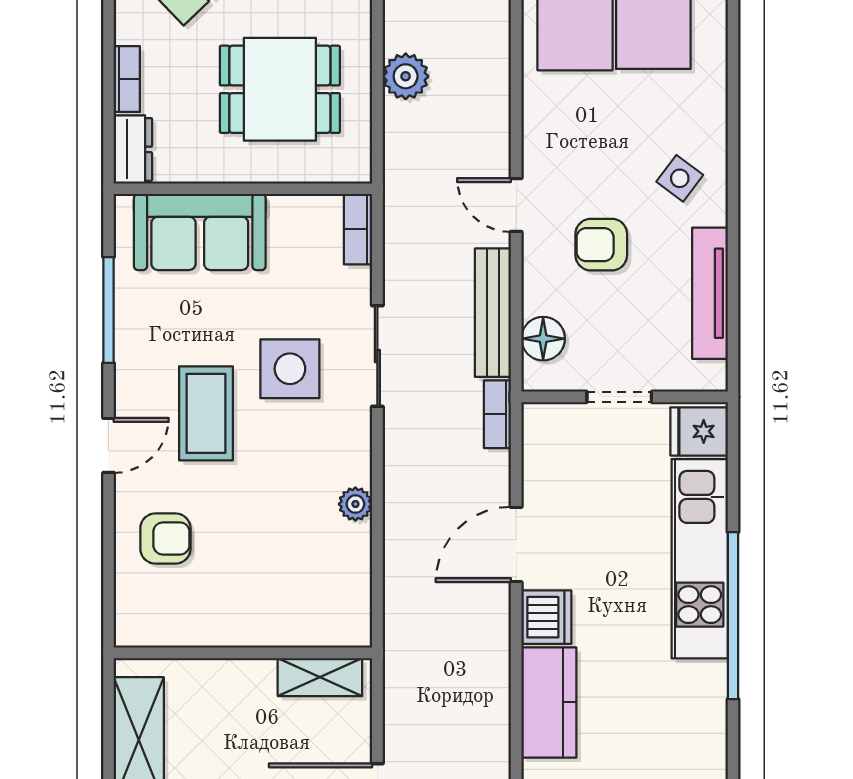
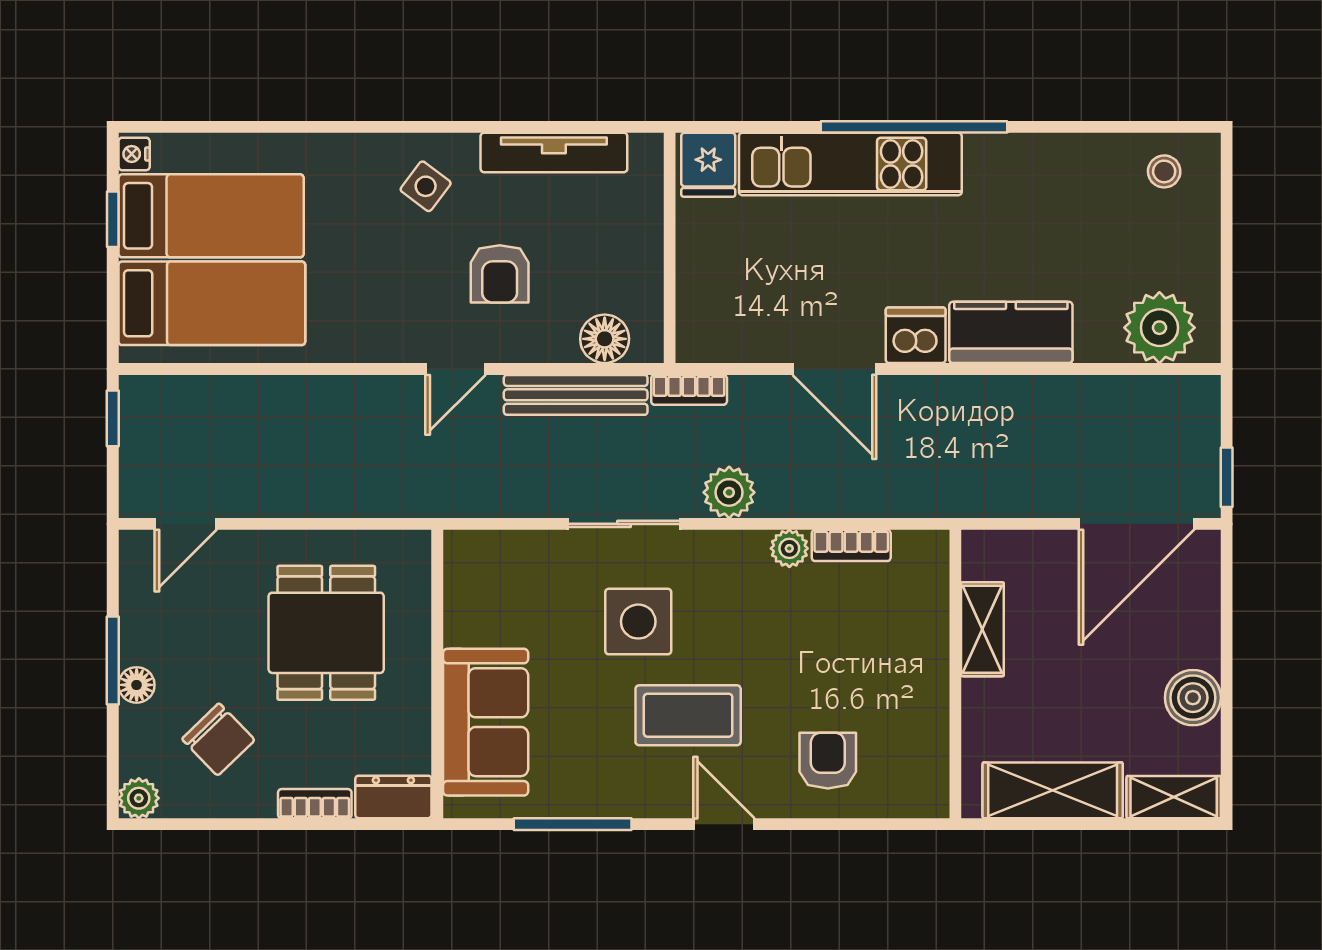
plant: (406, 76) -> (729, 492), moved
bookcase: (358, 229) -> (851, 545), moved
doorway: (619, 397) -> (670, 254), removed
shelving: (320, 677) -> (982, 629), moved

